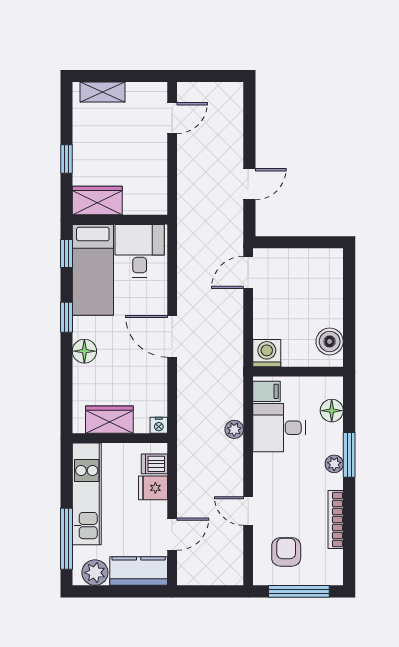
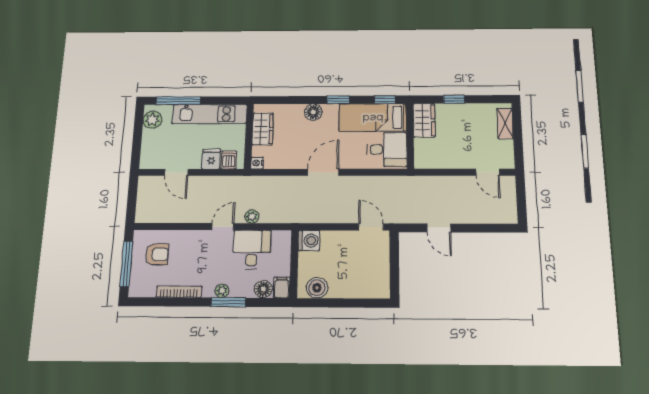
filing cabinet: (267, 391) -> (282, 287), moved, turned 180
door: (248, 511) -> (223, 227), moved
kitchen counter: (139, 571) -> (151, 149), removed

